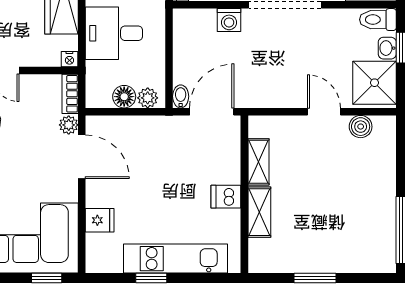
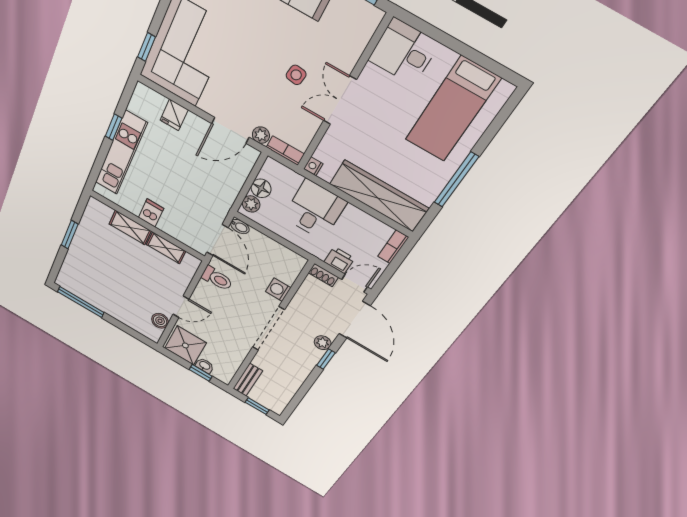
toilet: (378, 20) -> (217, 278), moved, turned 90

